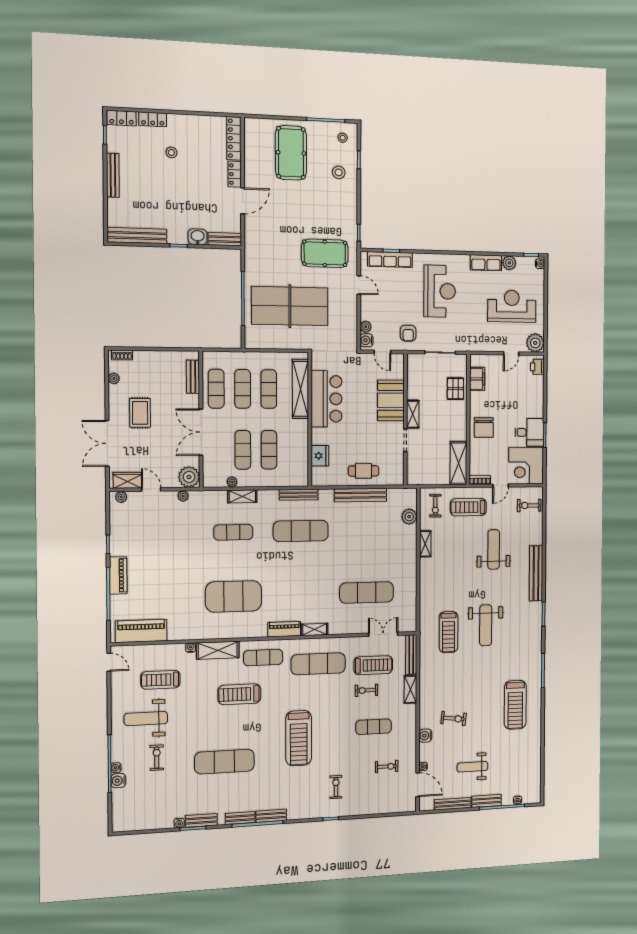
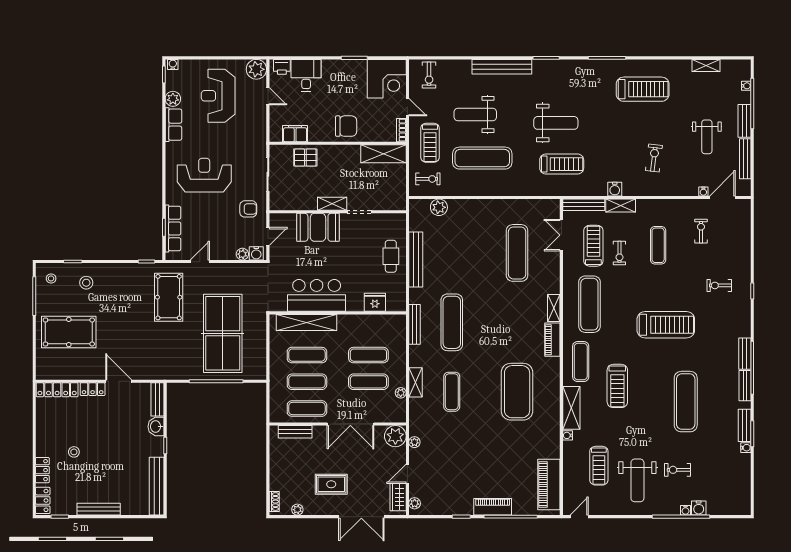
desk: (529, 432) -> (306, 75), moved
shelving: (425, 544) -> (706, 65), moved
exercise mat: (454, 557) -> (482, 158), added
water cooler: (425, 736) -> (615, 189), moved

